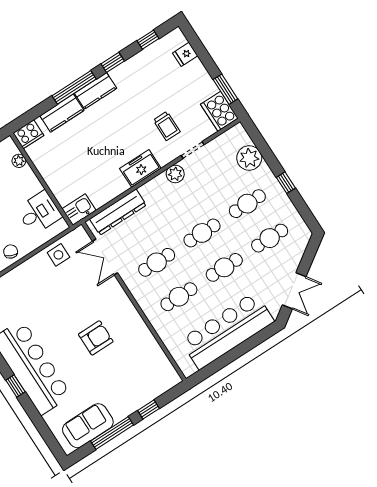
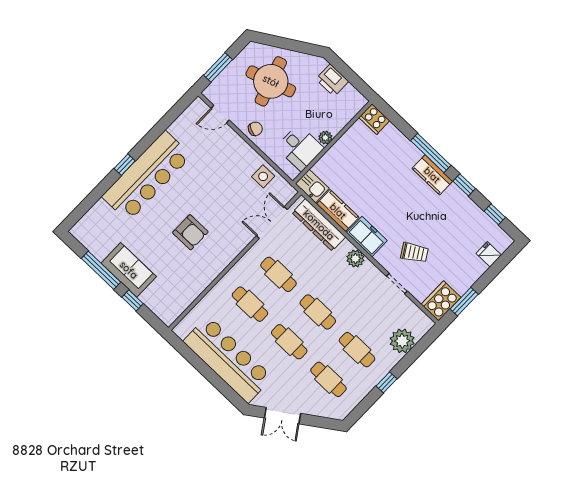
kitchen counter: (62, 113) -> (338, 211), moved, turned 180
trolley: (167, 126) -> (414, 253), turned -122
plant: (19, 161) -> (325, 138), moved
plant: (175, 174) -> (355, 259), moved
sofa: (88, 426) -> (129, 270), moved

